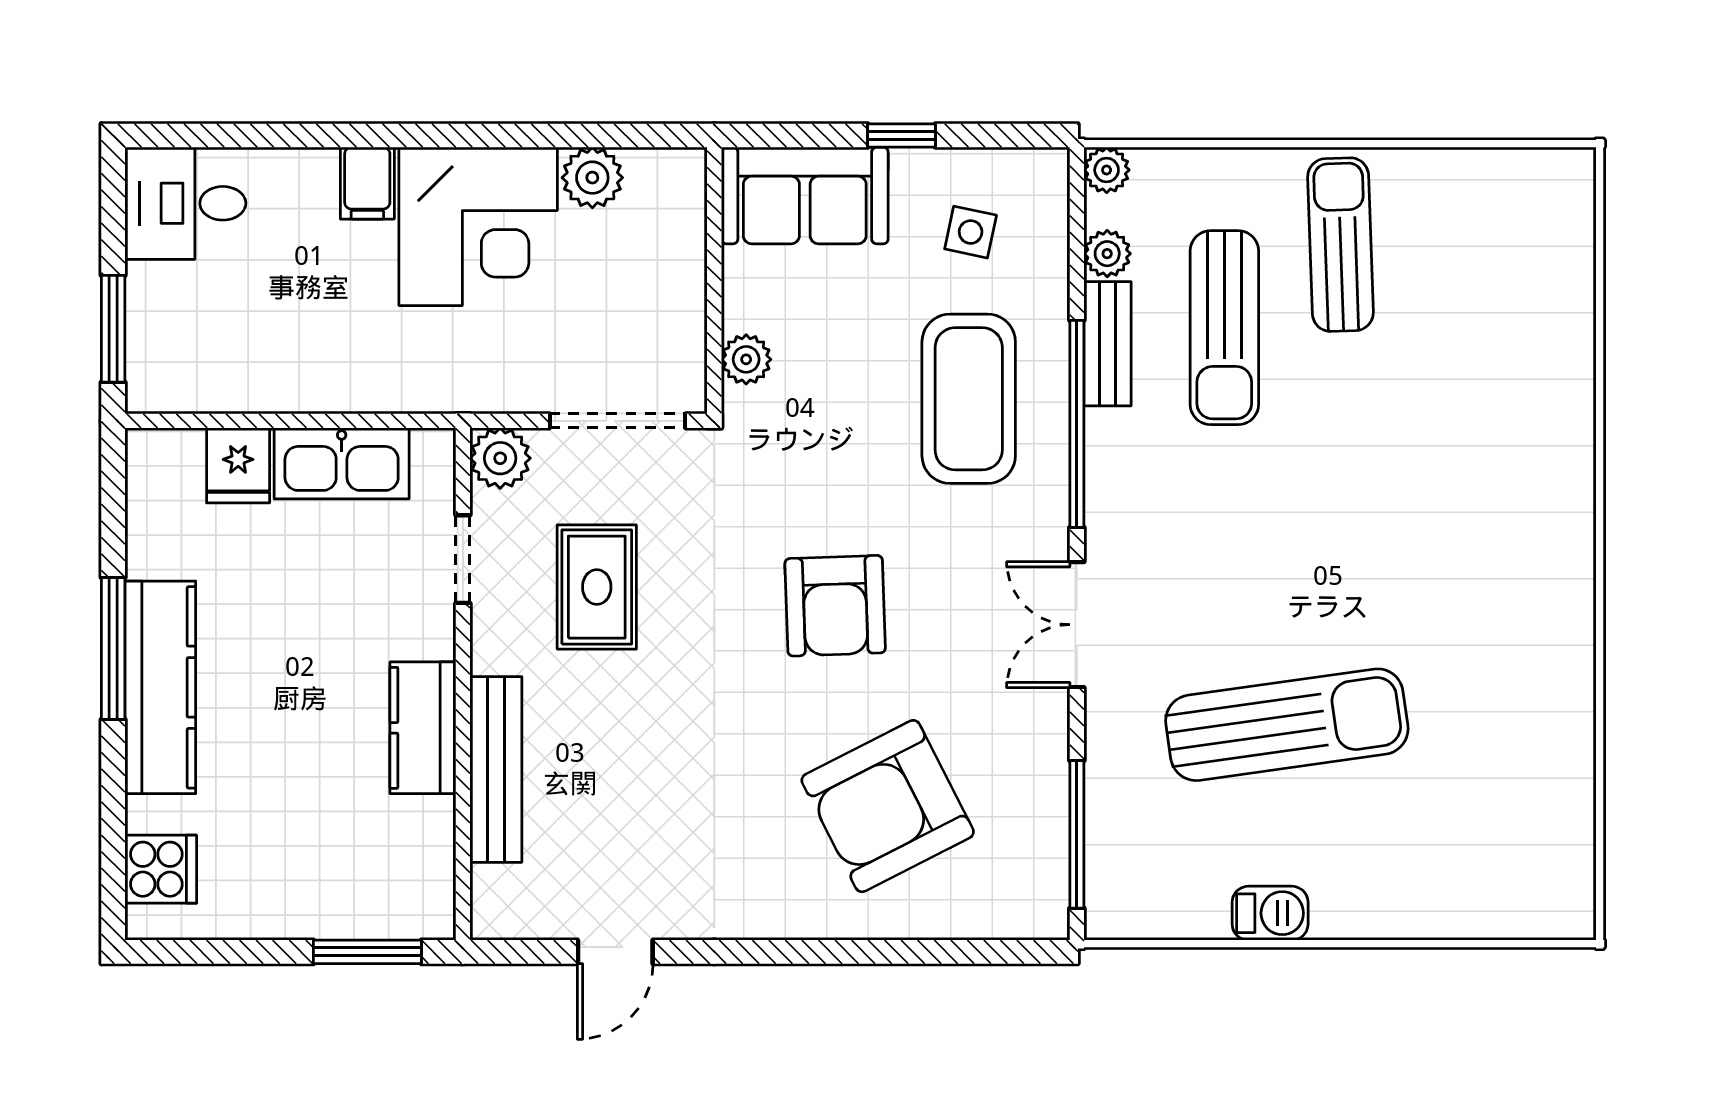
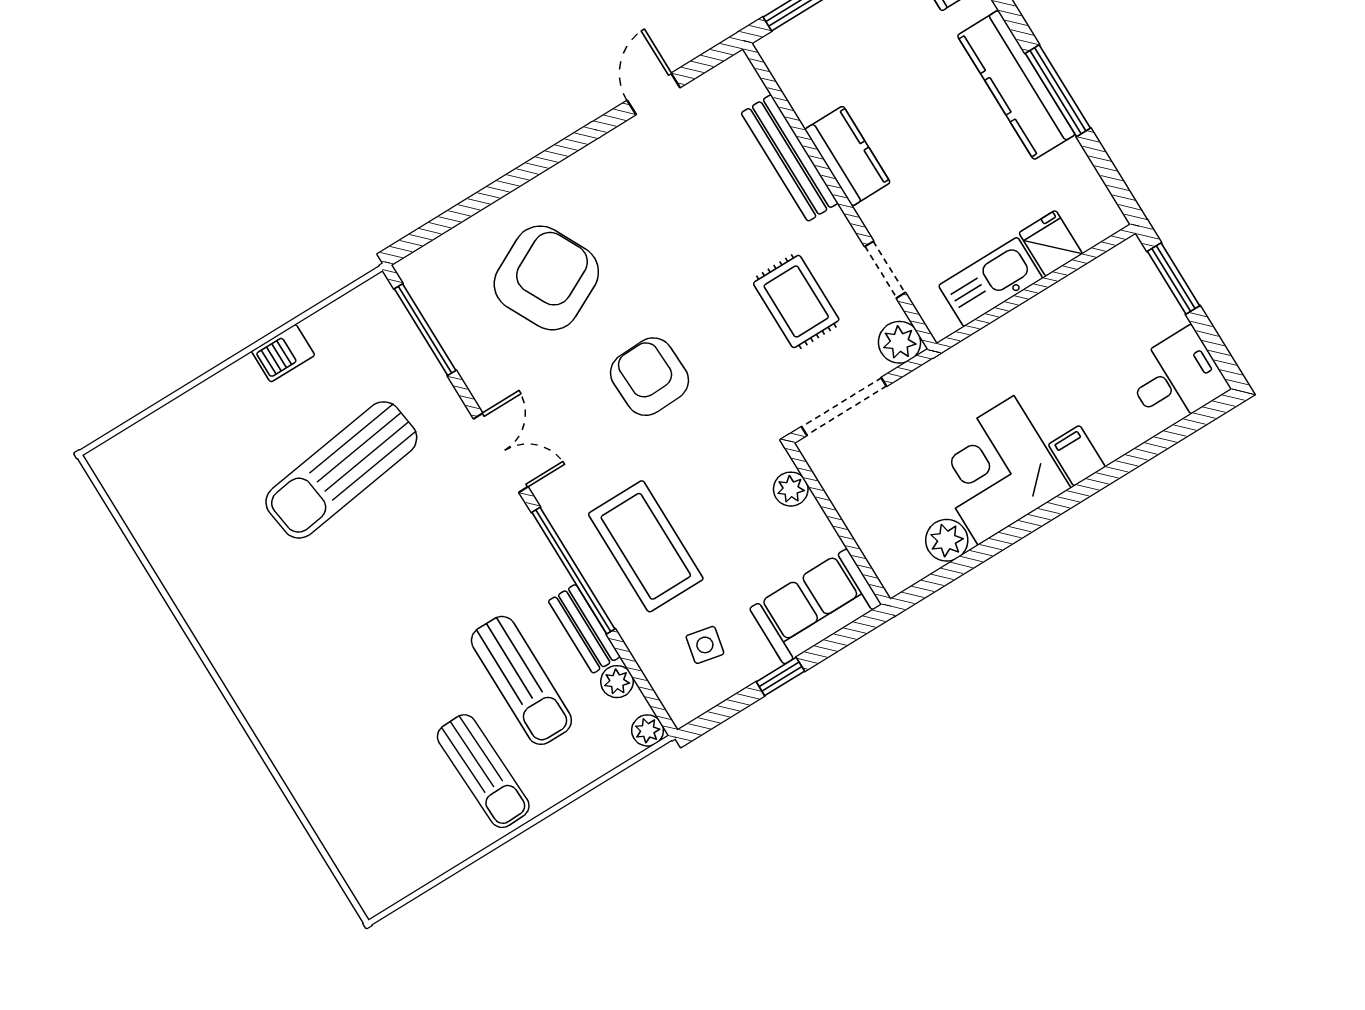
sun lounger: (1224, 328) -> (521, 680), turned 180

